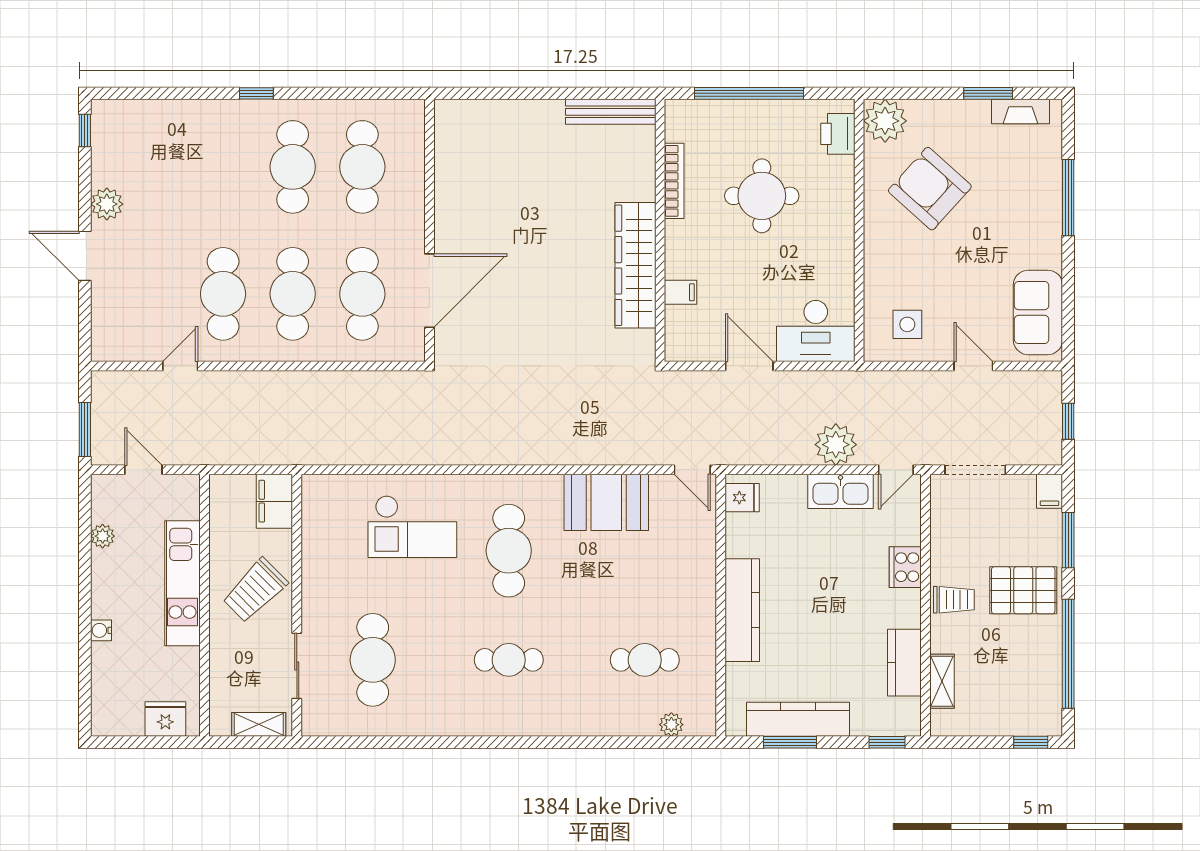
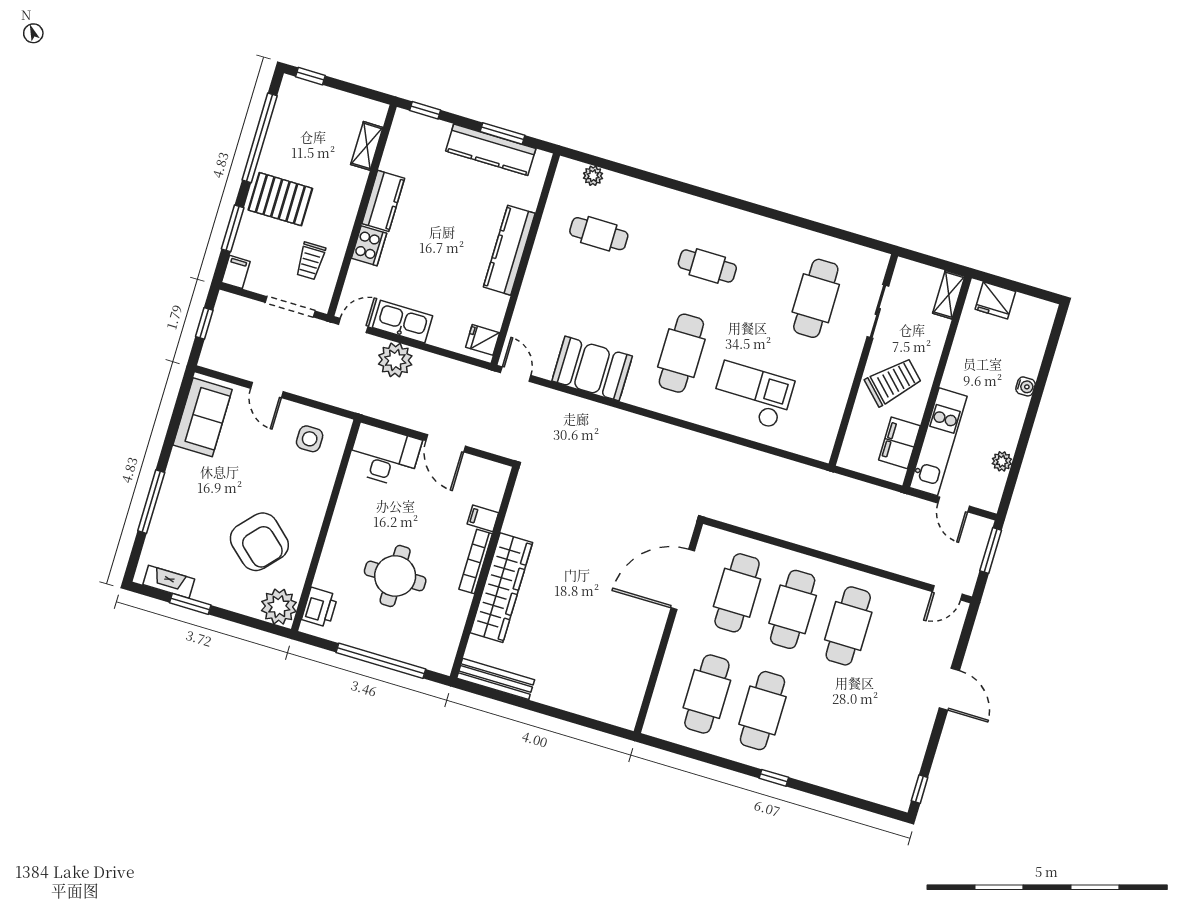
bookcase: (674, 181) -> (476, 562), moved
plant: (107, 204) -> (920, 725), removed
wardrobe: (635, 265) -> (501, 588), moved
door: (180, 366) -> (947, 593), moved
filing cabinet: (274, 501) -> (899, 443), moved, turned 180
kitchen unit: (183, 583) -> (938, 442), moved
trolley: (954, 600) -> (310, 261), moved, turned -90
kitchen counter: (904, 663) -> (383, 201), moved
shelving: (259, 724) -> (949, 295), moved, turned 90

